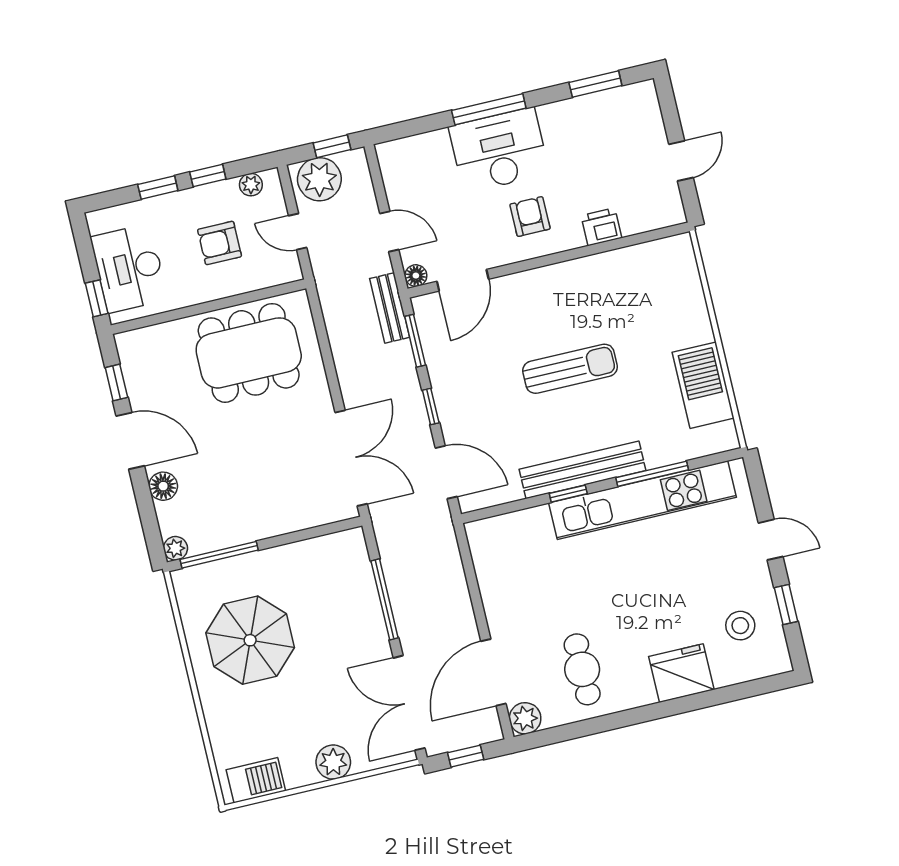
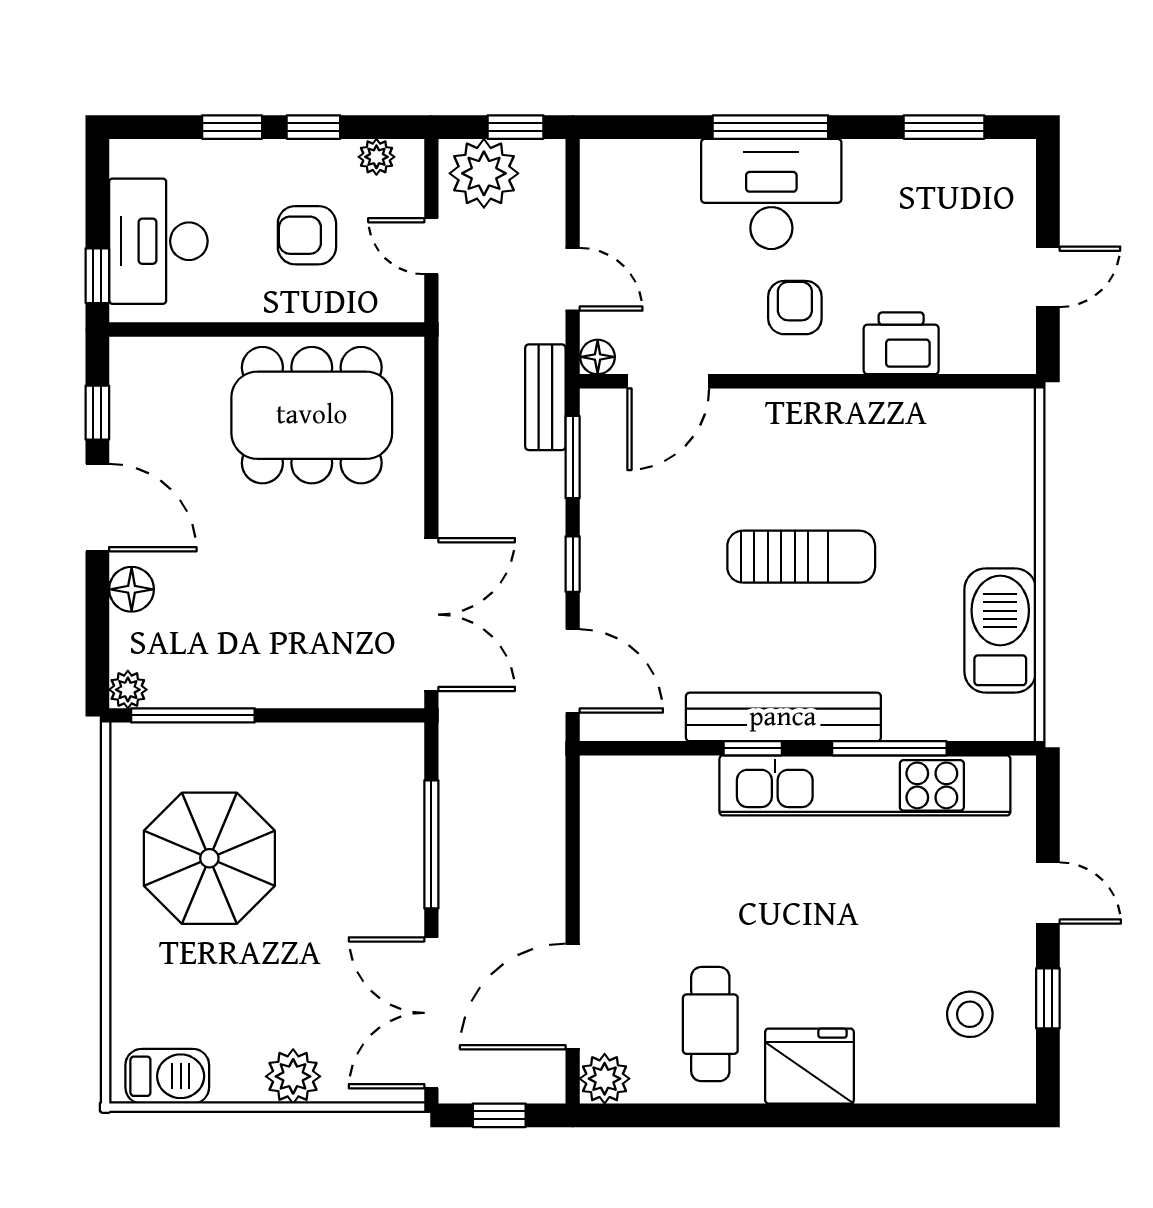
printer: (601, 227) -> (901, 343), width x1.36, depth x1.24
fridge: (681, 673) -> (809, 1066), moved

